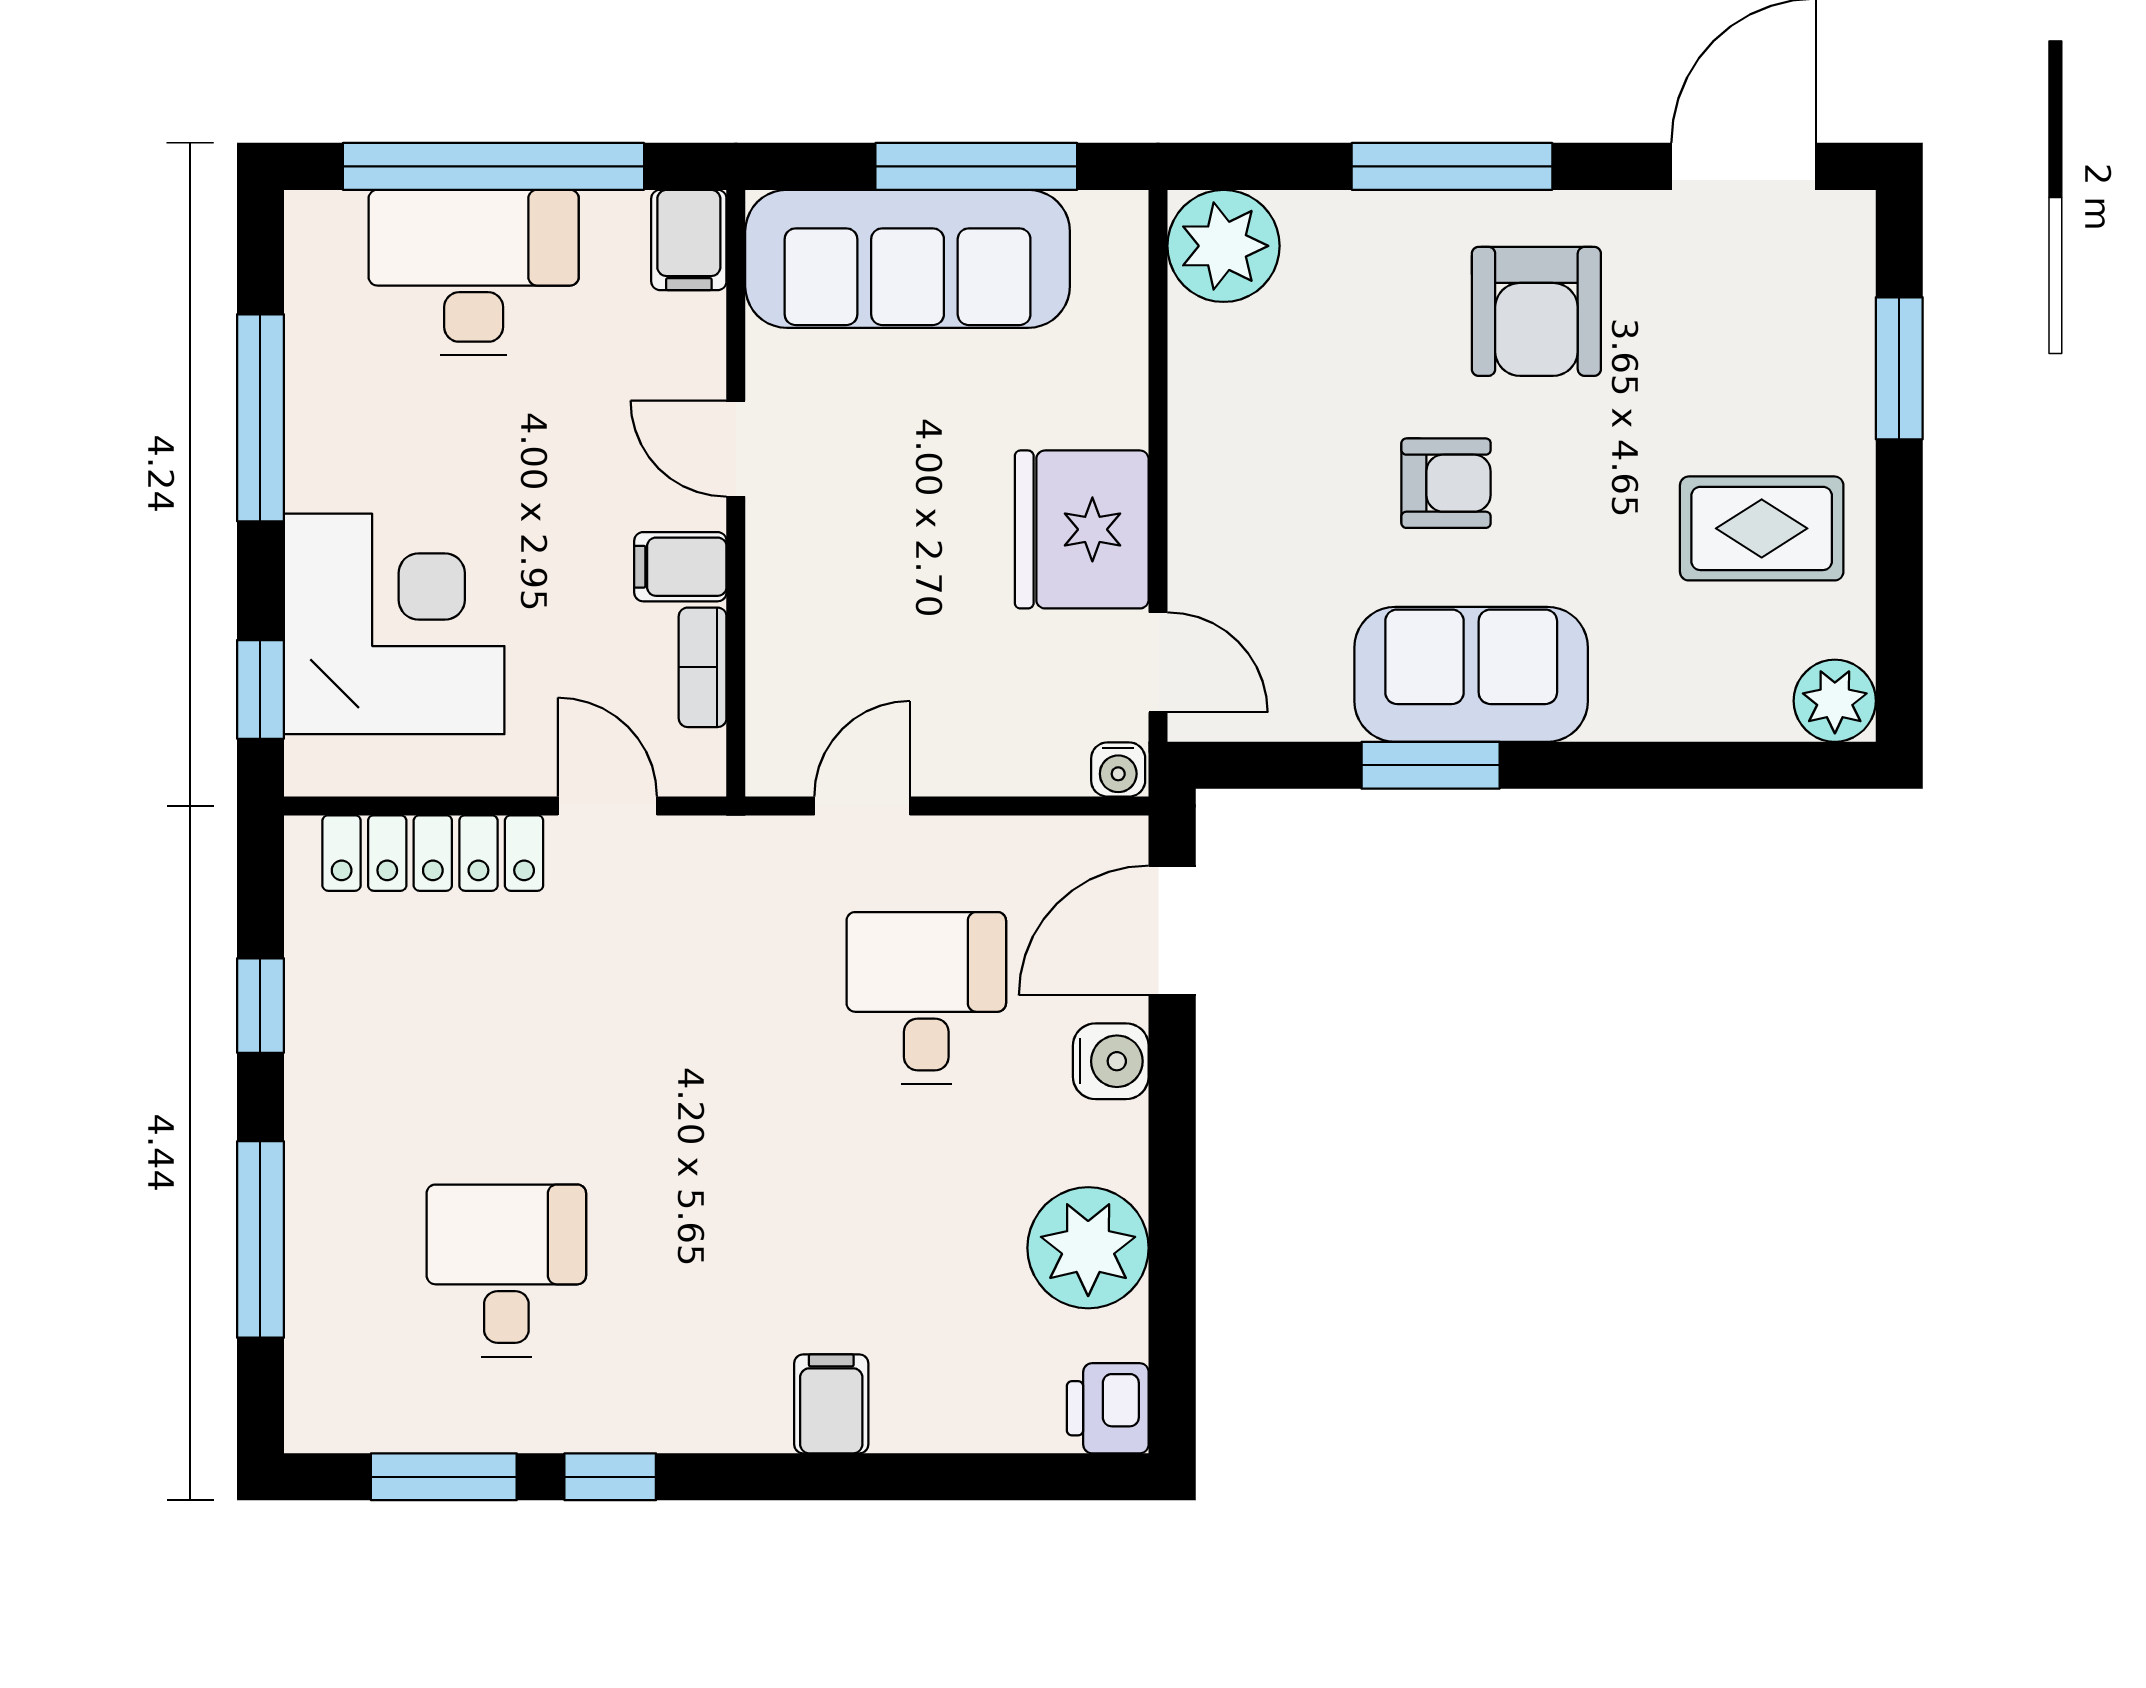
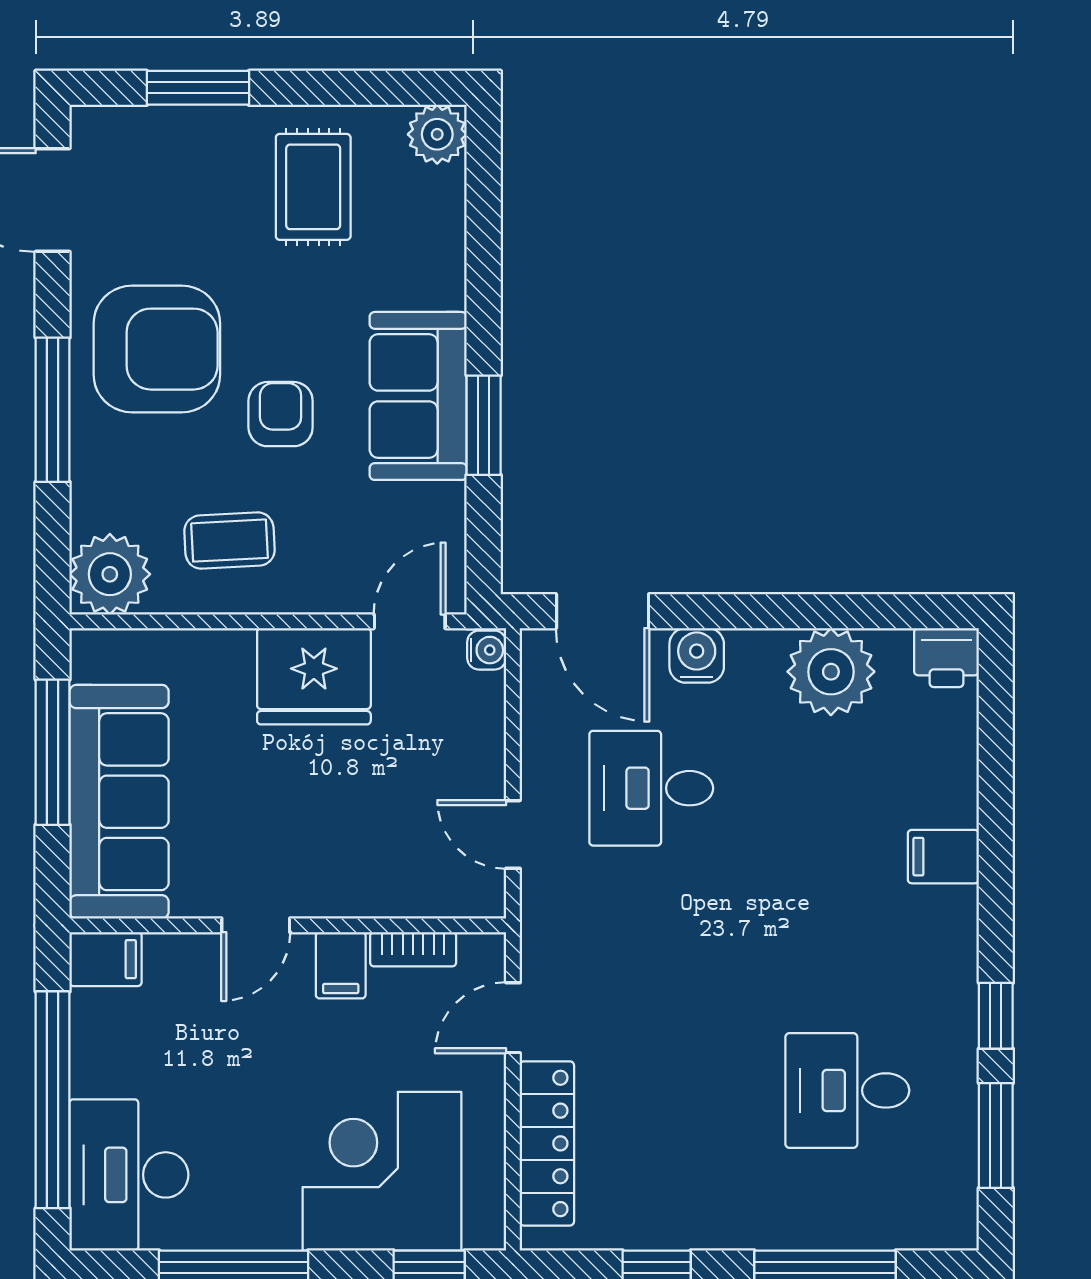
desk: (474, 272) -> (129, 1175), moved
armchair: (1536, 311) -> (157, 349), width x1.36, depth x1.36
coffee table: (1270, 412) -> (230, 541), added

